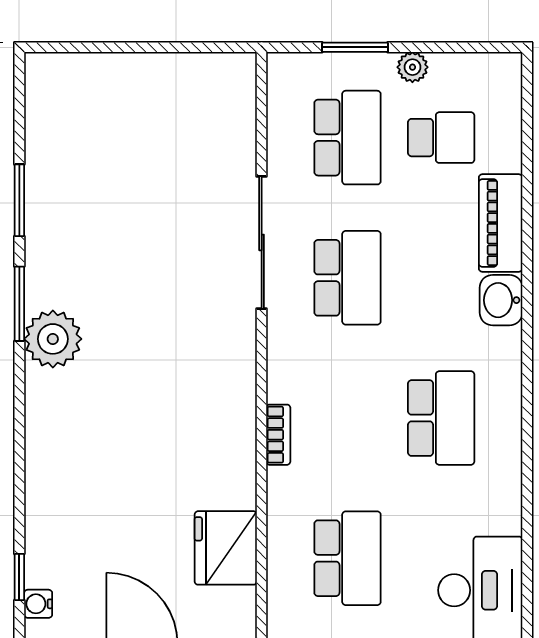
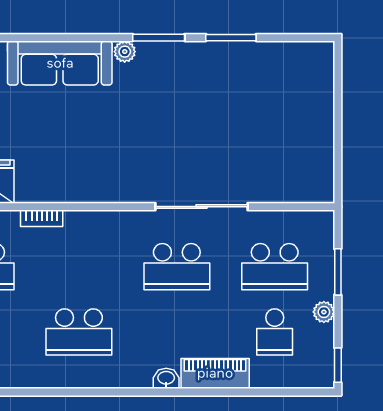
window: (488, 47) -> (338, 365), added
washbasin: (501, 300) -> (166, 378), width x0.72, depth x0.69
plant: (53, 339) -> (125, 52), width x0.53, depth x0.53
bookcase: (278, 435) -> (42, 218), moved
sofa: (56, 446) -> (60, 63), added

